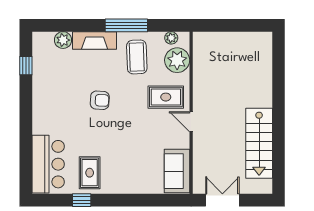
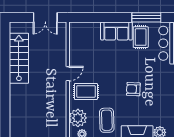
door: (191, 122) -> (68, 74), hinge flipped
sofa: (177, 171) -> (116, 31), moved, turned 90
window: (82, 200) -> (146, 17), width x2.17

